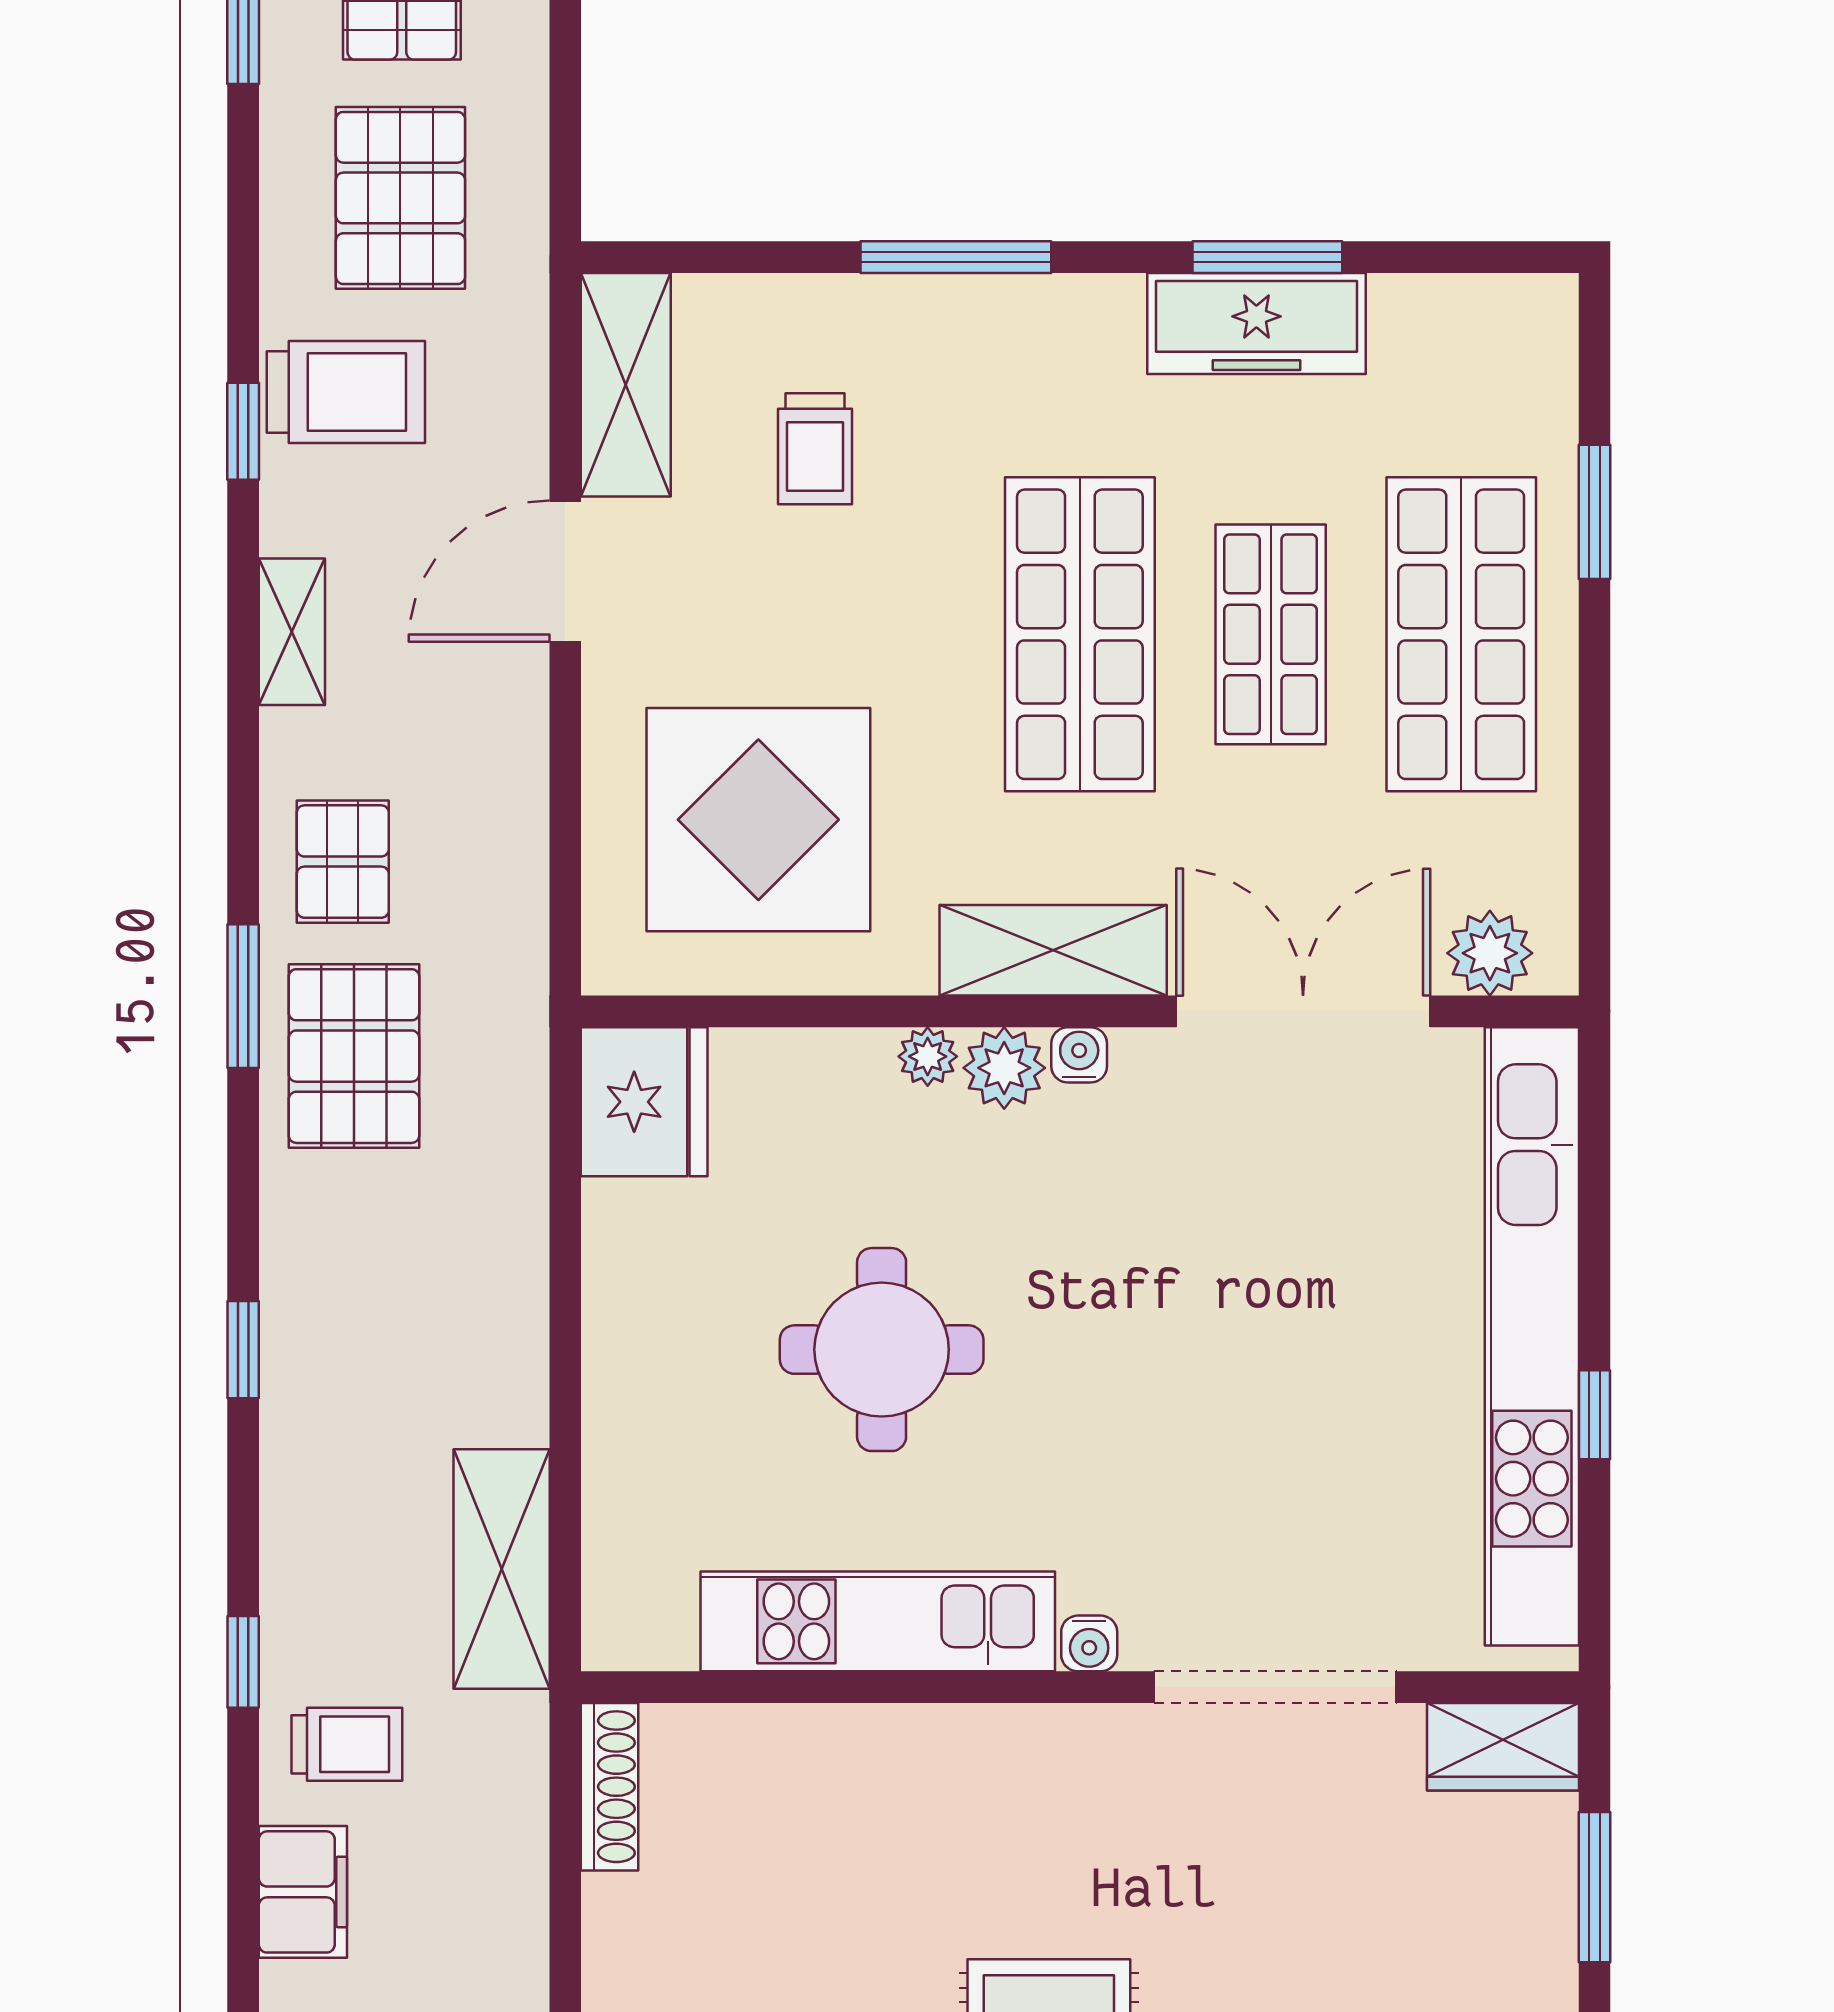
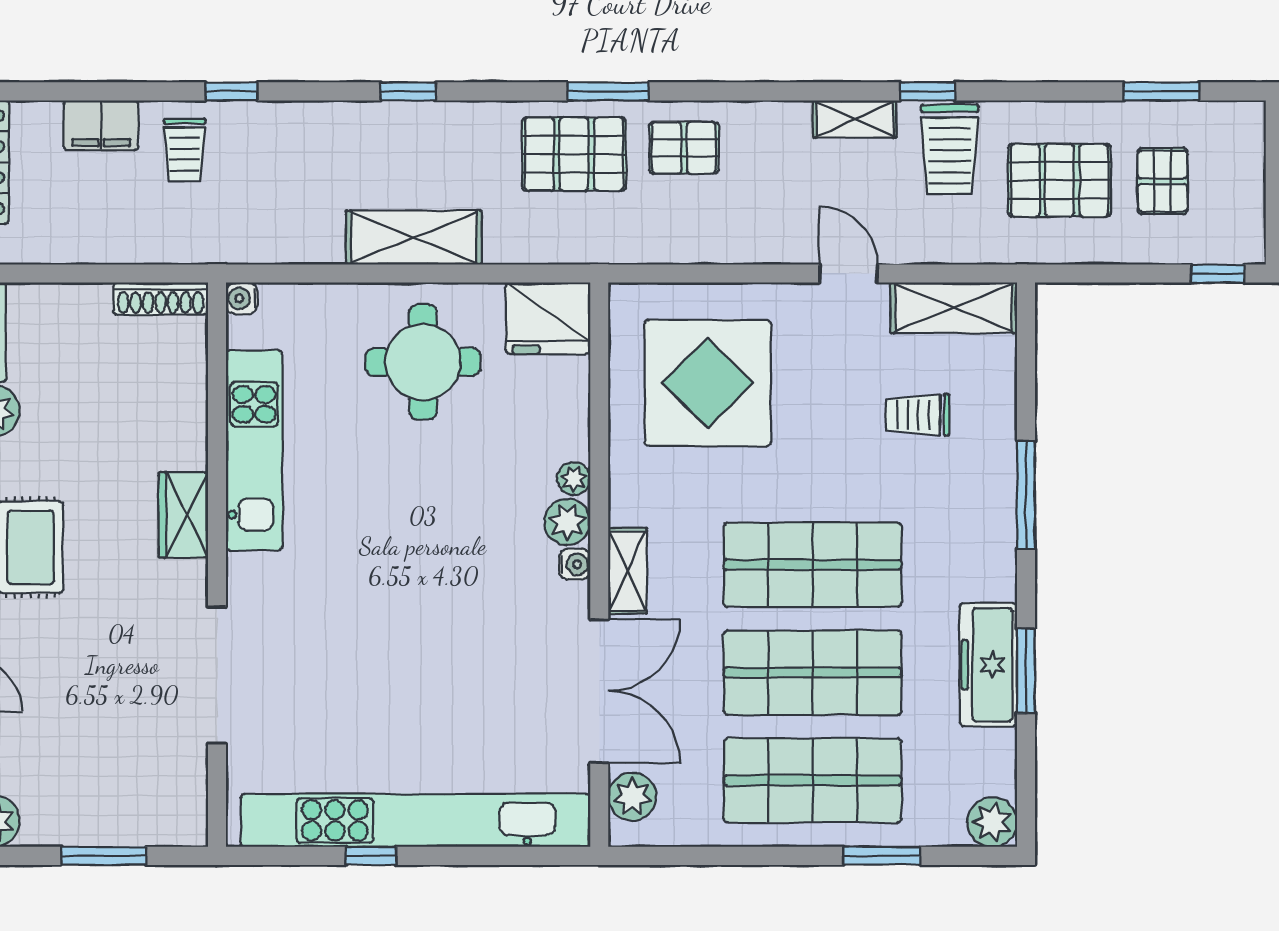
plant: (1535, 317) -> (992, 822), added
door: (565, 571) -> (848, 274), width x0.73
shelving: (292, 632) -> (855, 119), moved
shop shelf: (1271, 634) -> (813, 673), width x1.43, depth x1.36
shelving: (1053, 950) -> (627, 571), width x0.67, depth x0.75
round table: (882, 1350) -> (423, 362), moved
shelving: (502, 1569) -> (414, 238), moved
water cooler: (1089, 1643) -> (242, 298), moved
wardrobe: (1503, 1747) -> (183, 515), moved

